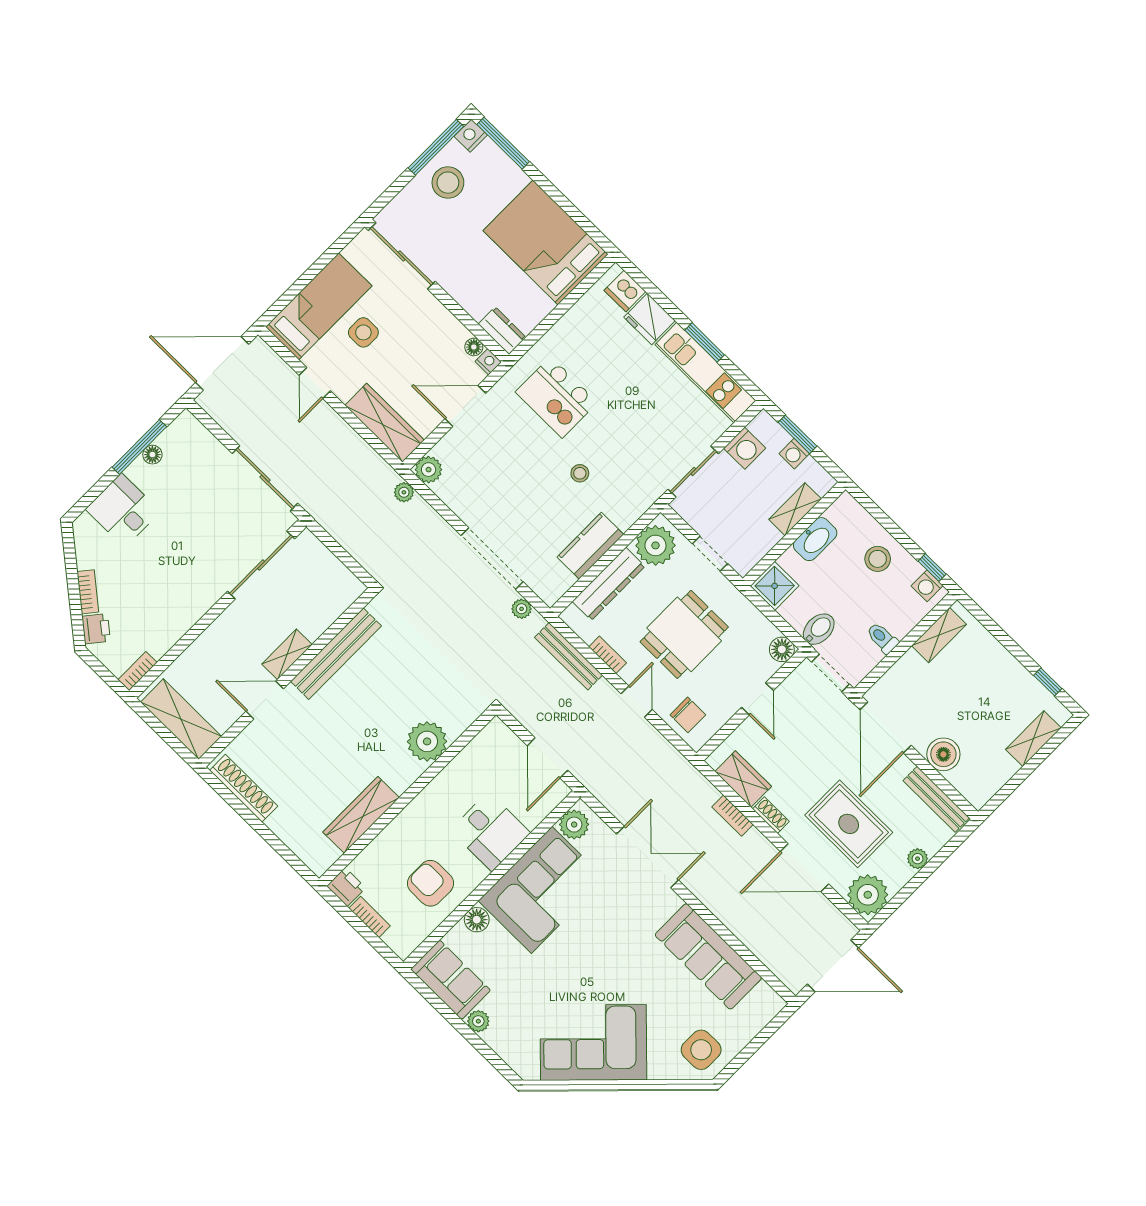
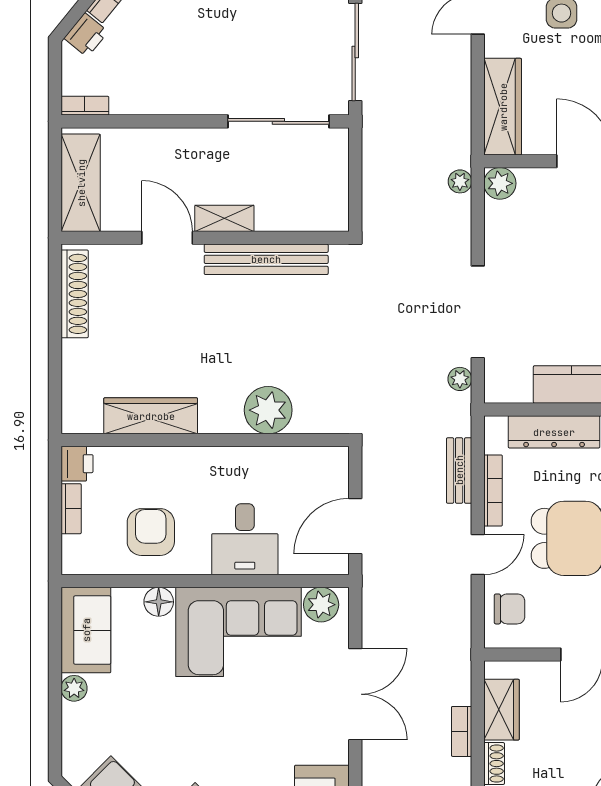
bookcase: (608, 655) -> (493, 490), width x1.56
bench: (568, 656) -> (459, 470), width x0.73
chair: (688, 715) -> (509, 609), turned -90

